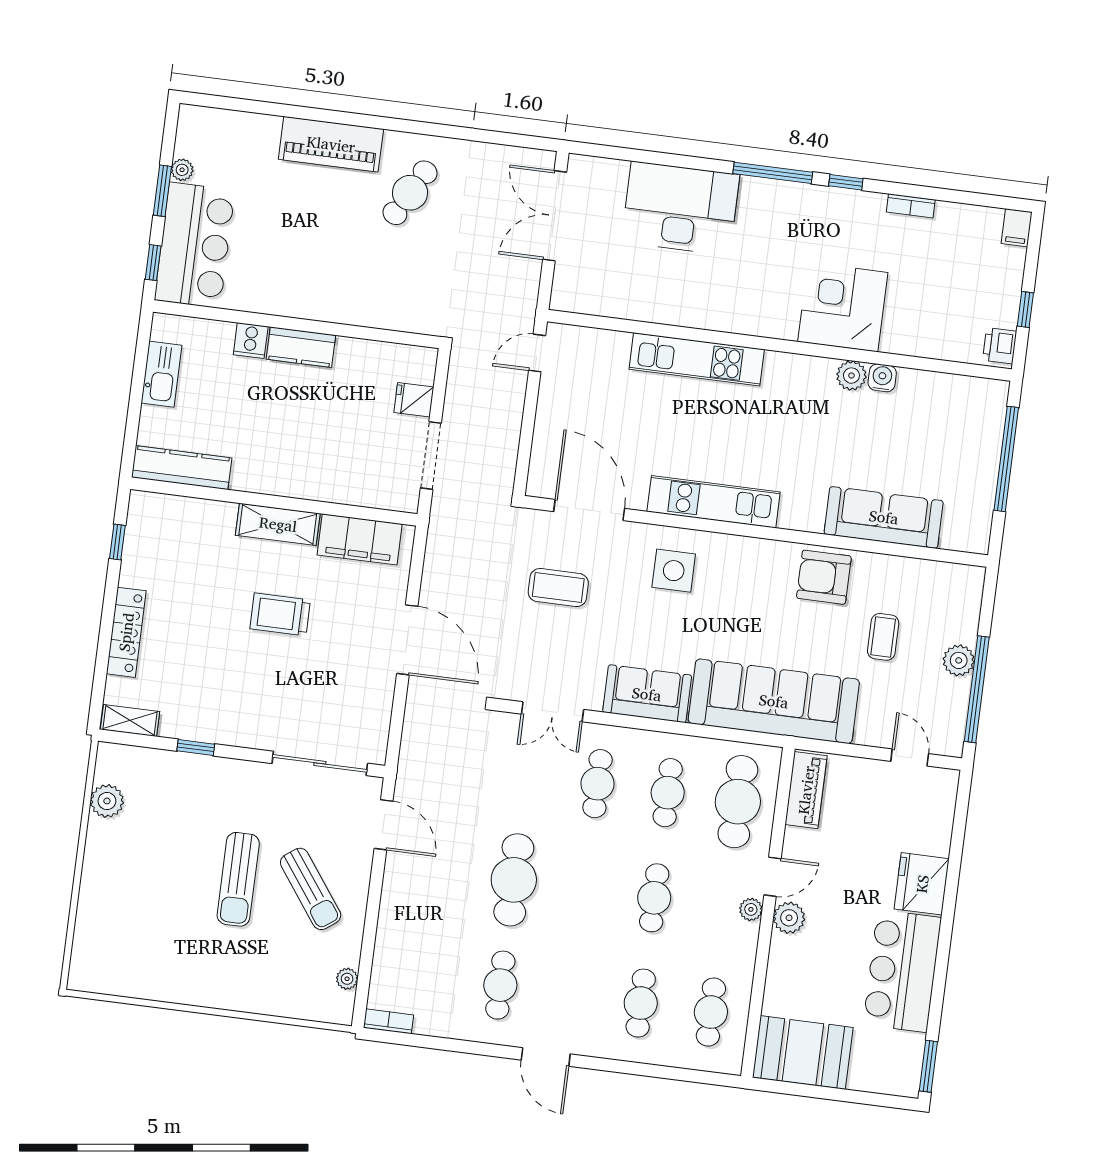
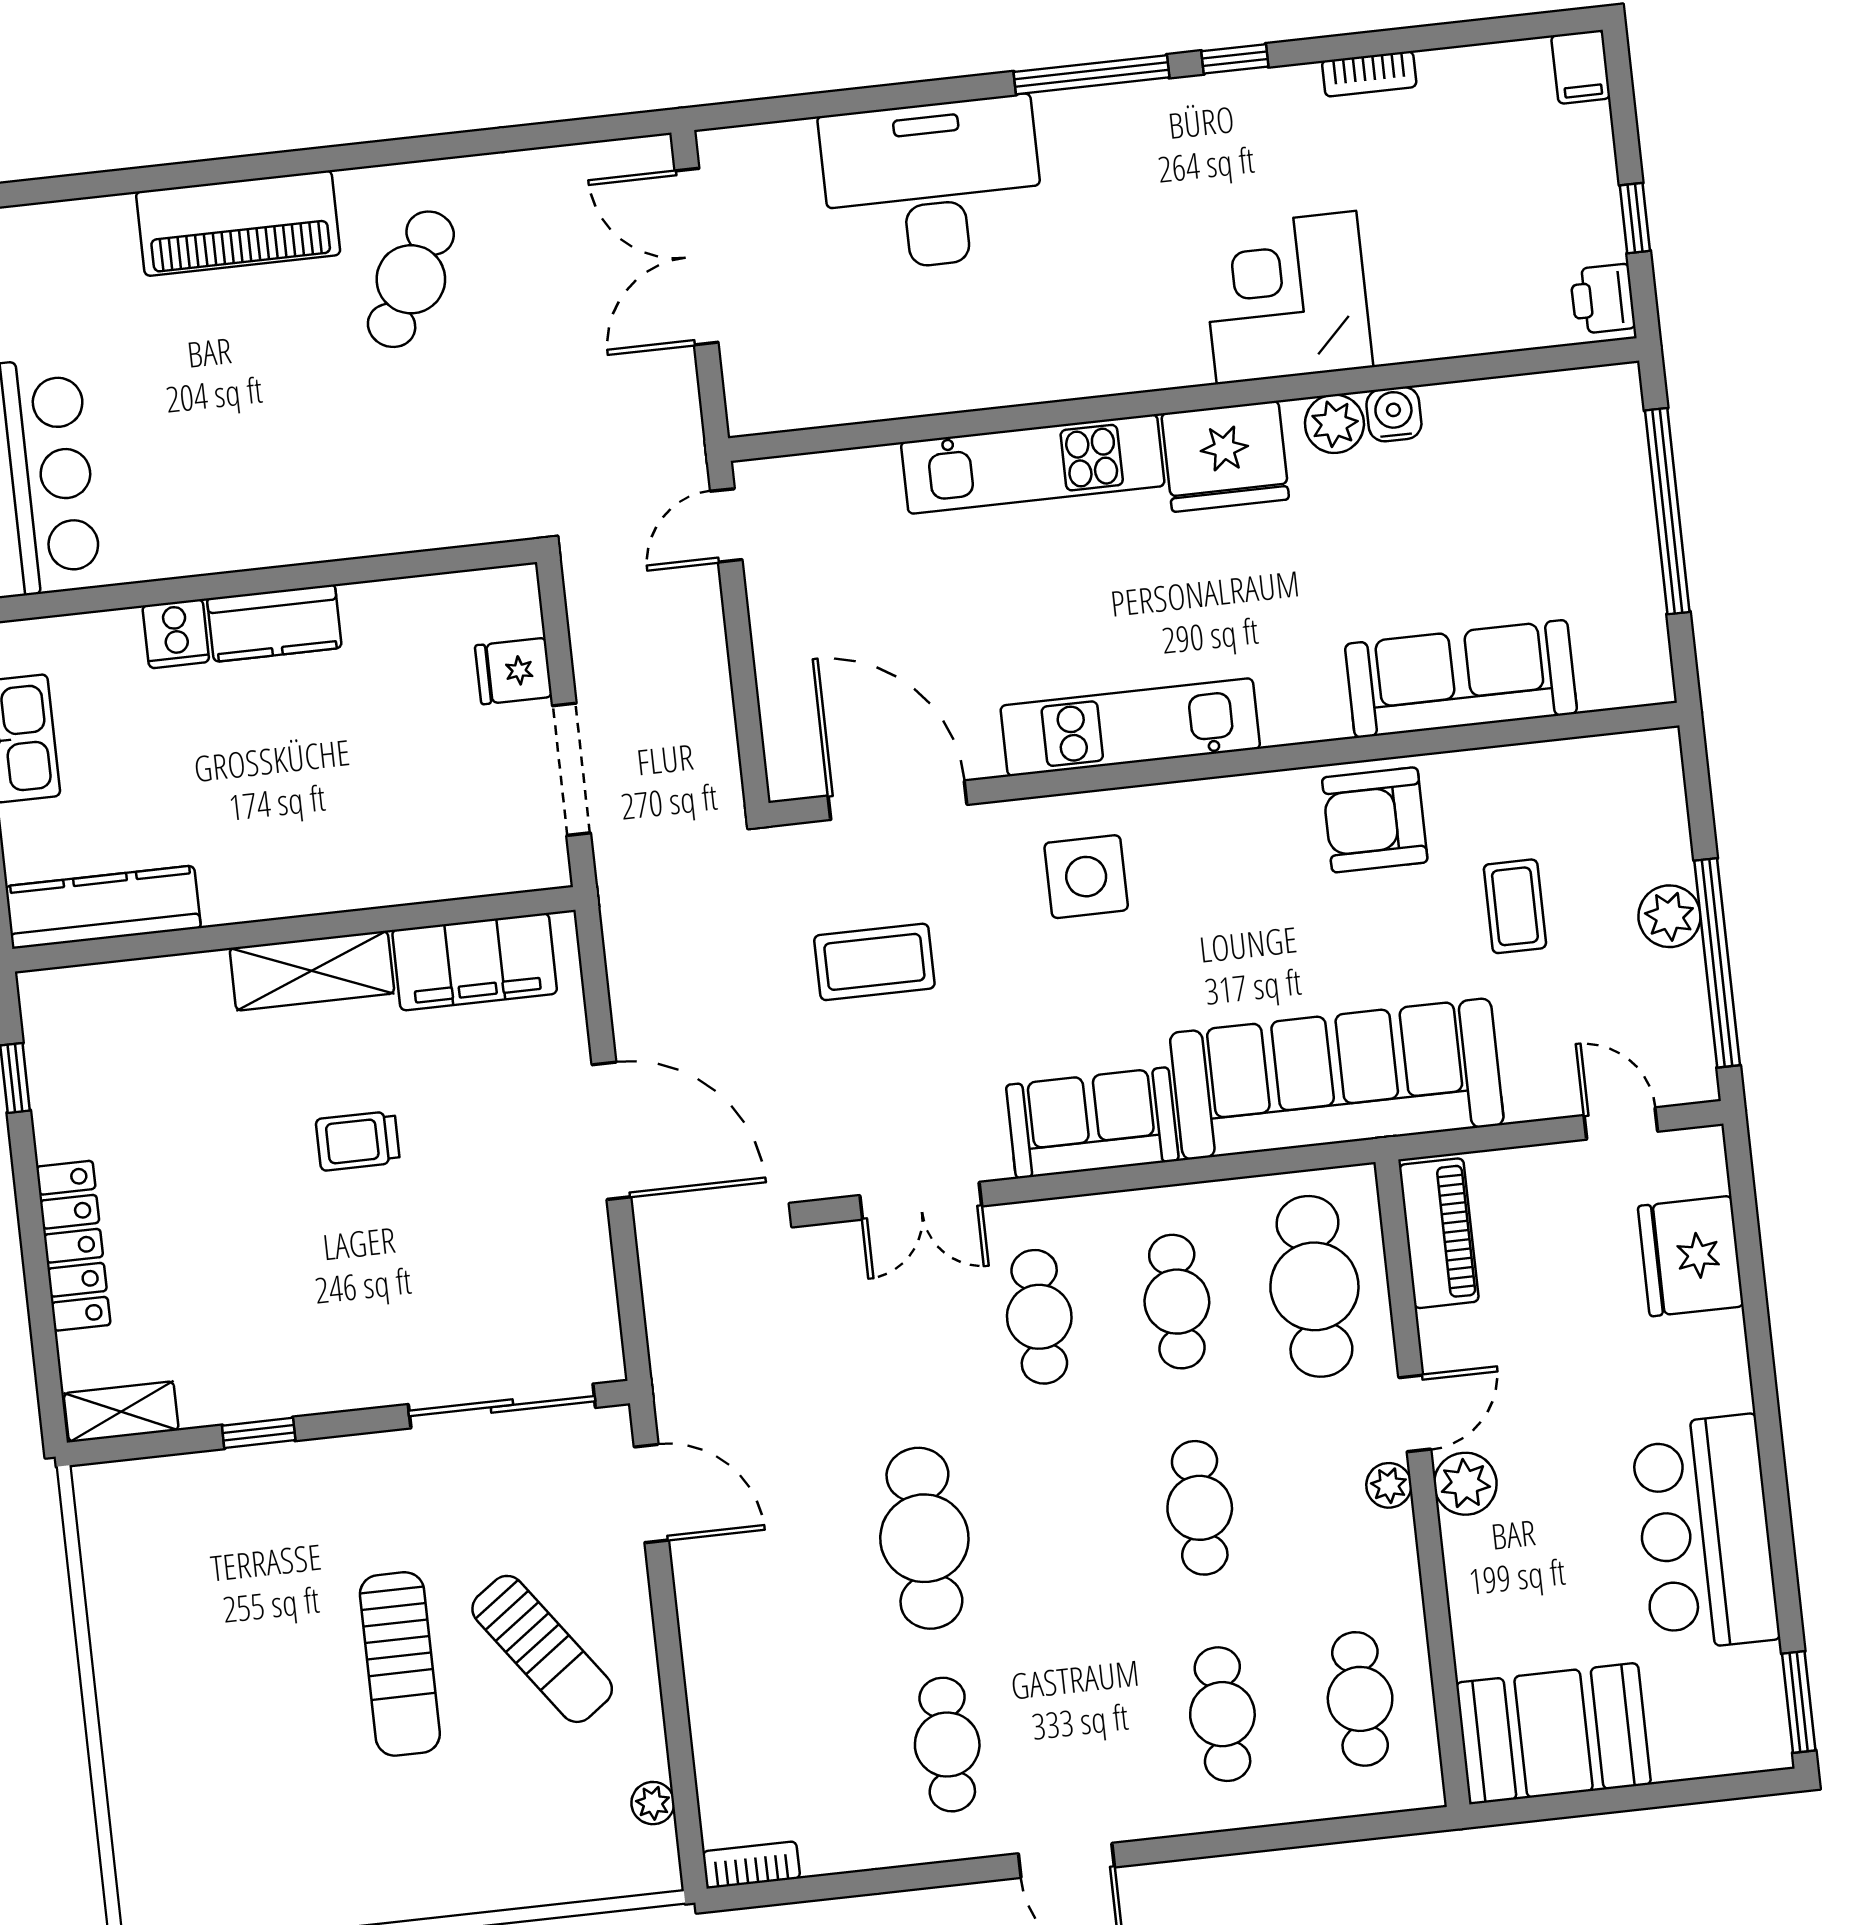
fridge: (793, 379) -> (1225, 456), added
trolley: (280, 614) -> (358, 1141), width x0.73, depth x0.72
plant: (107, 801) -> (114, 1575), removed
fridge: (922, 884) -> (1691, 1256), moved

